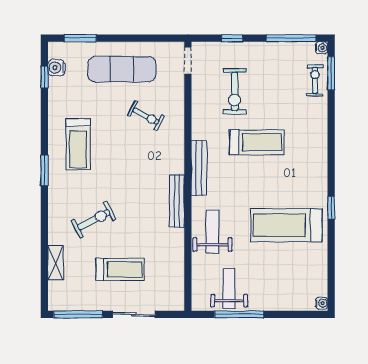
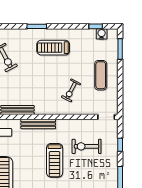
exercise mat: (122, 69) -> (101, 75), width x0.73, depth x0.69

